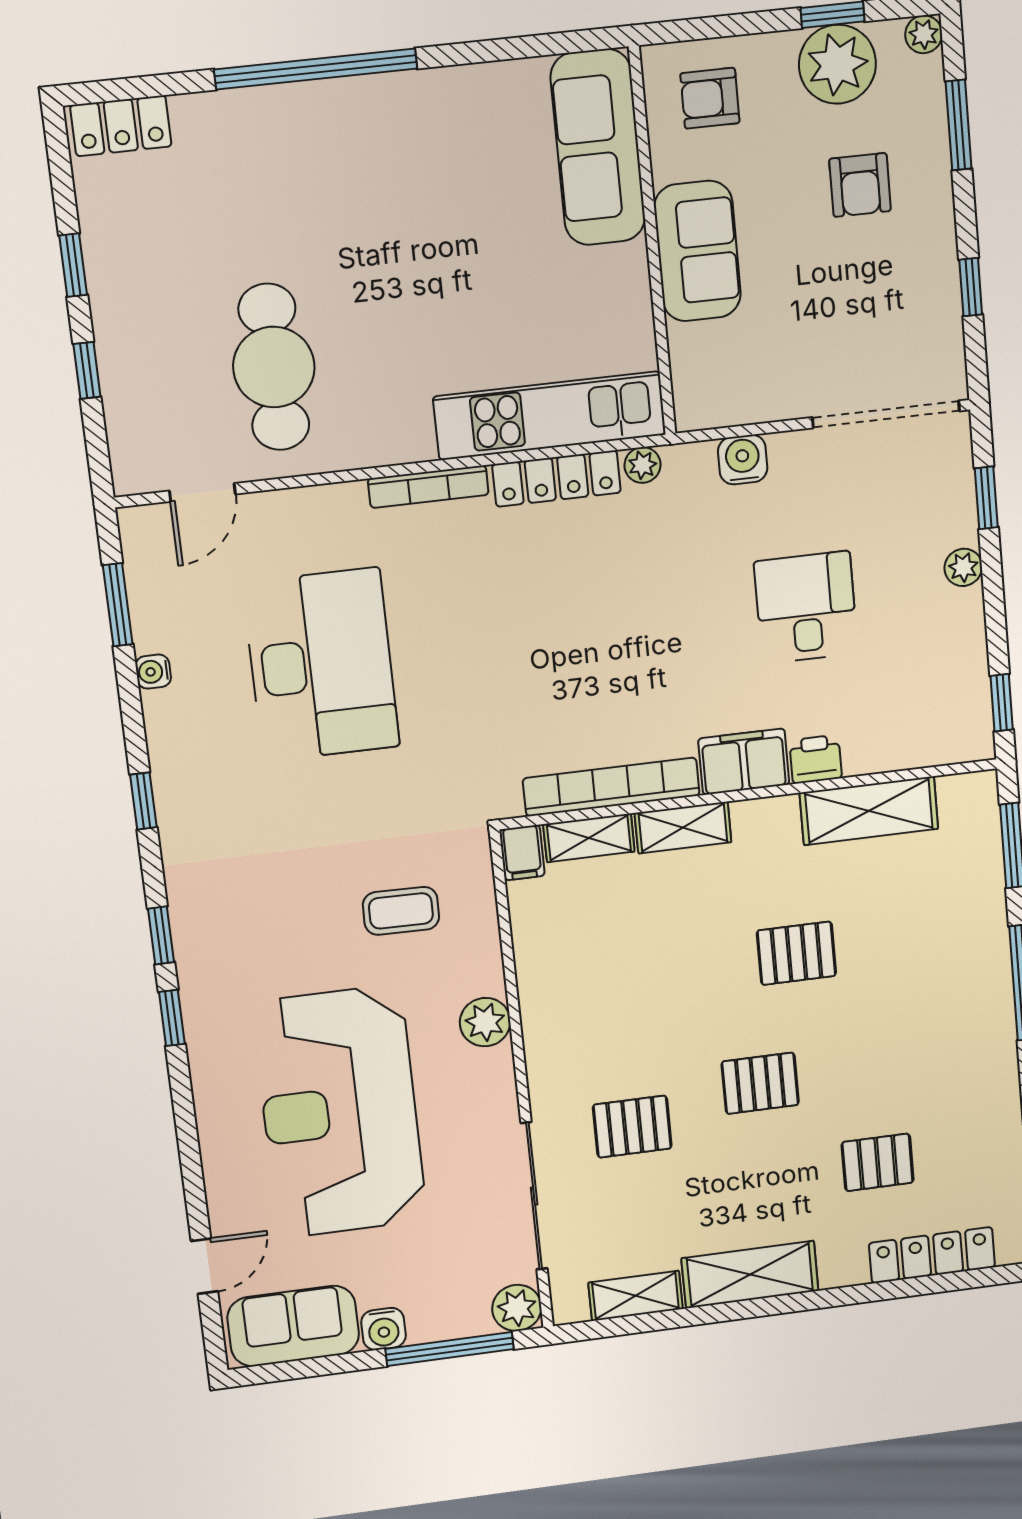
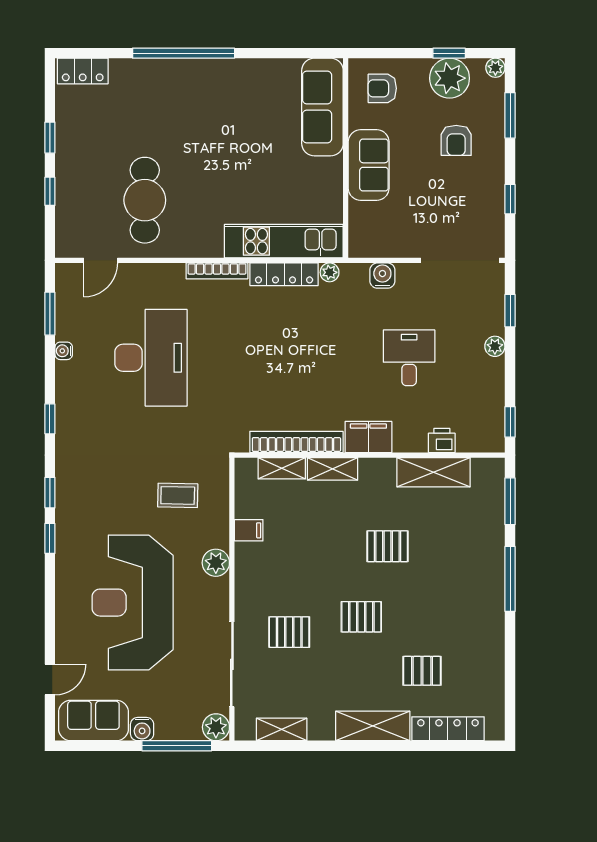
printer: (816, 759) -> (442, 440), moved
filing cabinet: (522, 853) -> (249, 530), moved, turned -90
shelving: (750, 1275) -> (373, 726), moved

